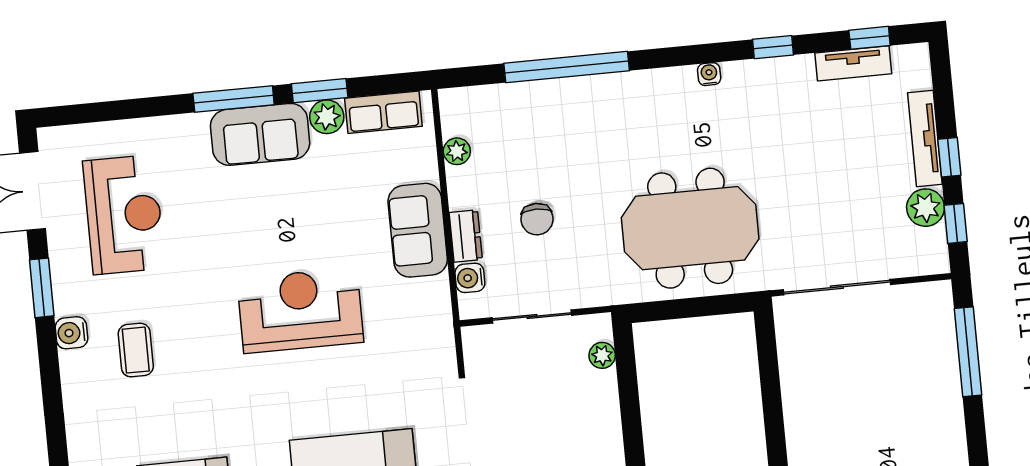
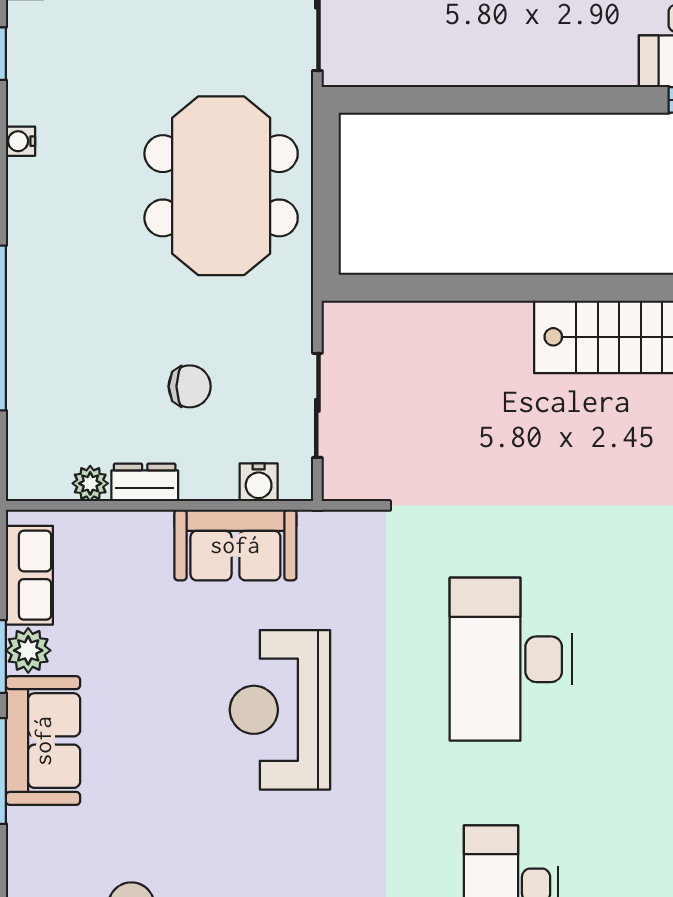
sofa: (418, 230) -> (235, 545), moved
dresser: (466, 236) -> (145, 482), moved
plant: (602, 355) -> (378, 318), removed

